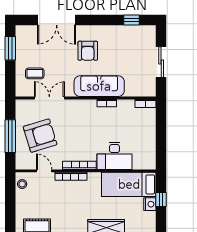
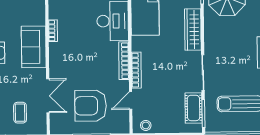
sofa: (99, 86) -> (34, 47), width x0.73
double door: (49, 98) -> (48, 96), swing flipped
armchair: (40, 136) -> (91, 106), turned -73

